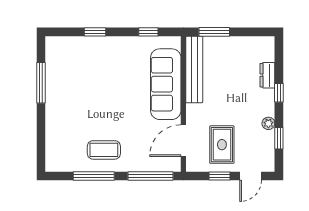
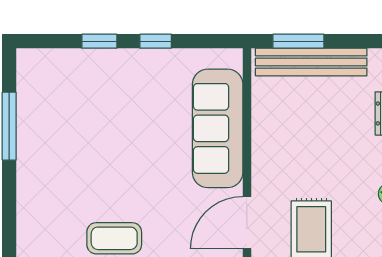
window: (148, 32) -> (156, 41), moved
bench: (194, 69) -> (311, 62), moved, turned 90

